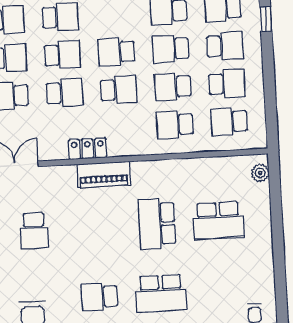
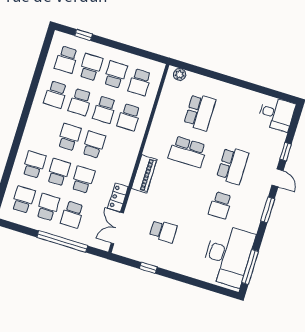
school desk: (117, 52) -> (69, 137), turned 180
locker: (88, 149) -> (118, 197), moved

